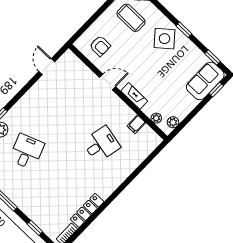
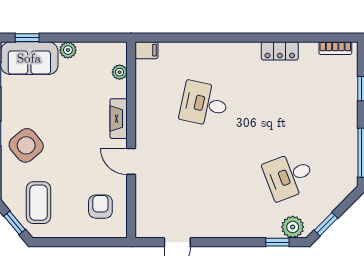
plant: (173, 122) -> (68, 50), moved
filing cabinet: (136, 124) -> (147, 50), moved
locker: (87, 210) -> (280, 51), width x0.66

